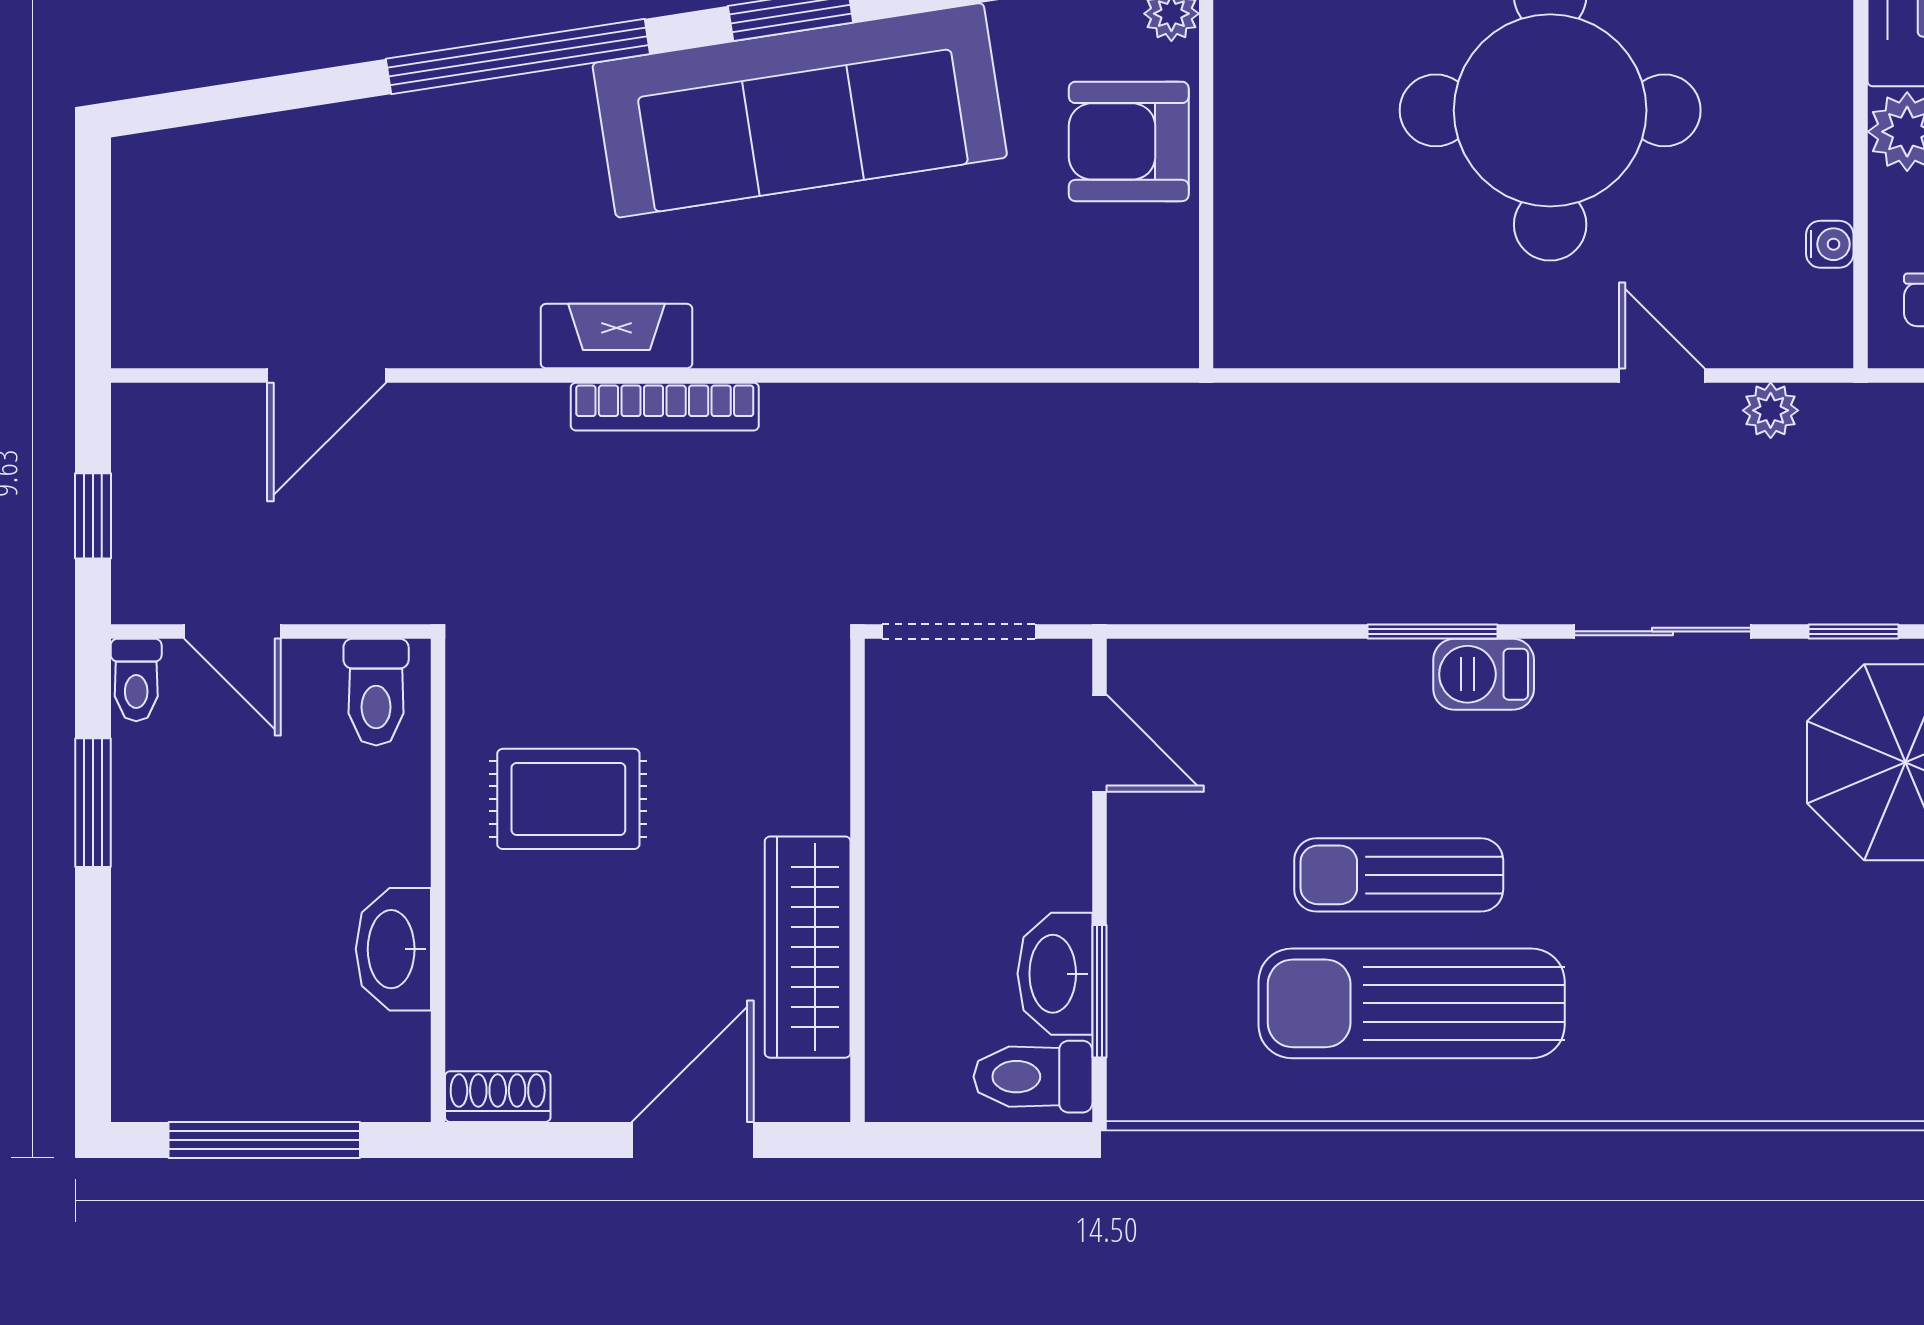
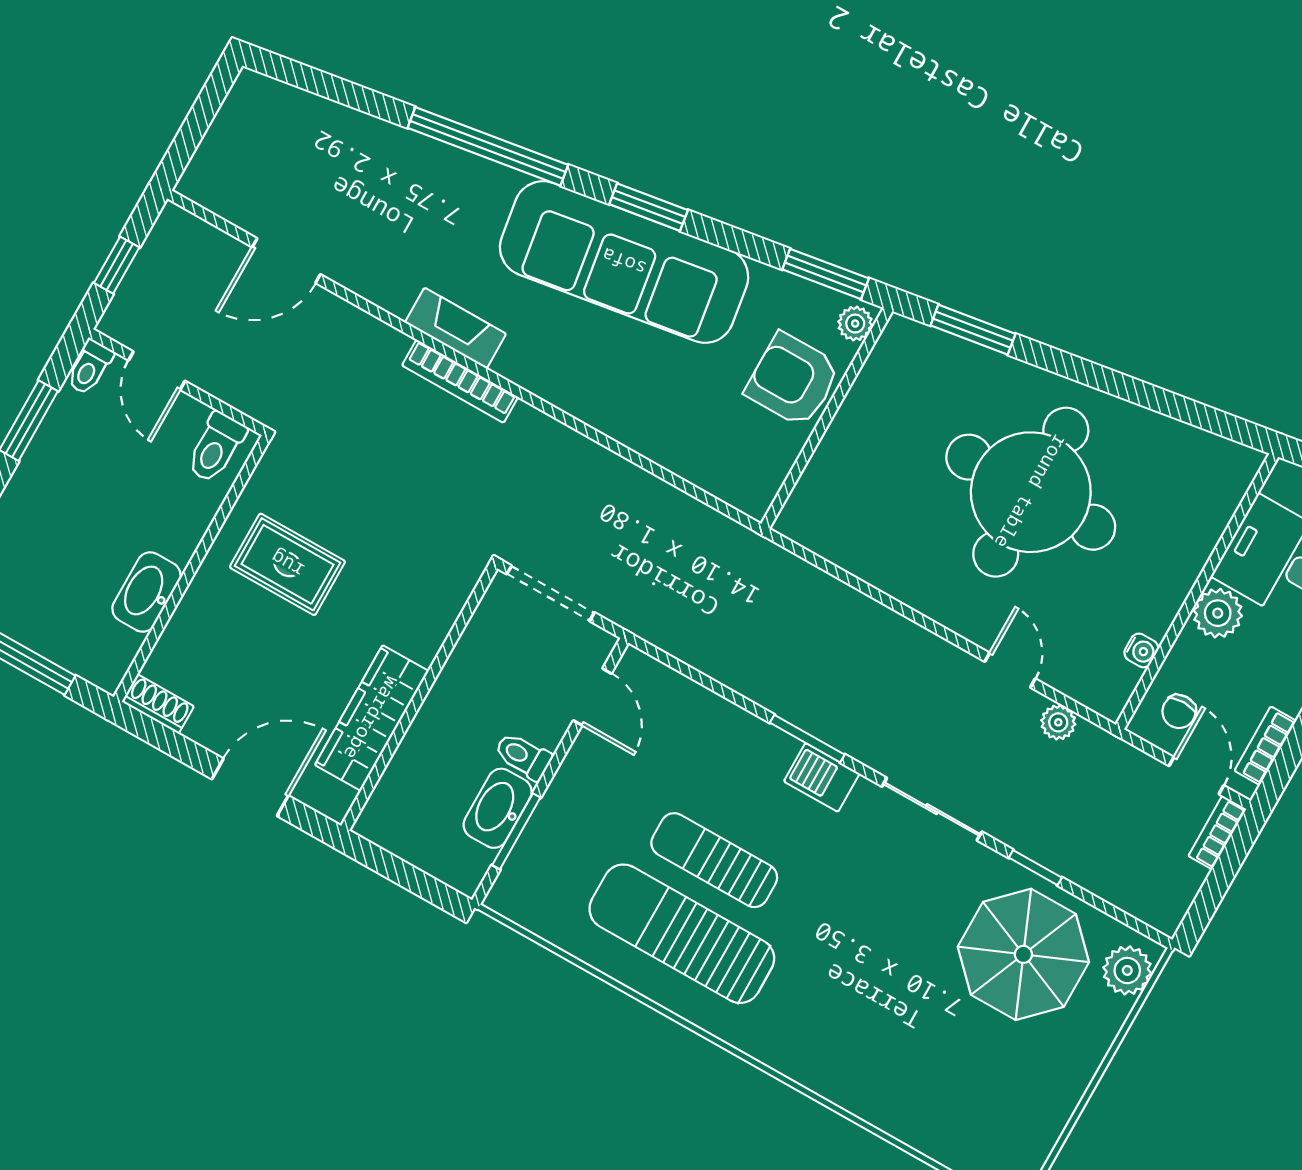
toilet: (1033, 1077) -> (523, 756), moved, width x0.73, depth x0.72

